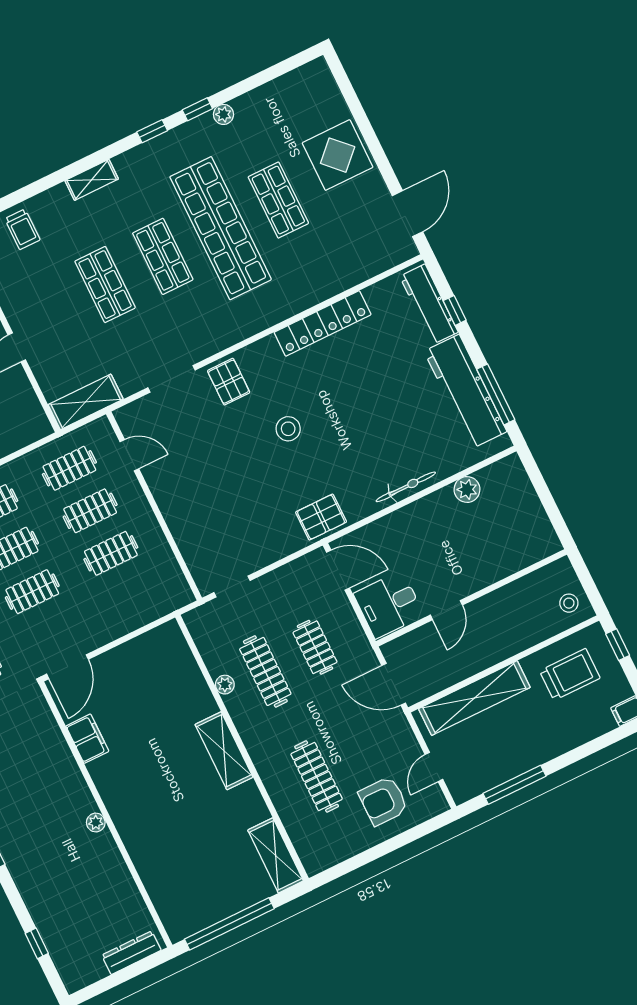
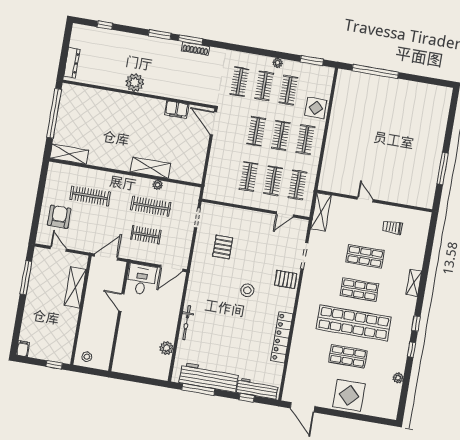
plant: (223, 114) -> (398, 378), moved
trolley: (22, 229) -> (392, 227), moved
pallet: (321, 517) -> (223, 247), moved
trolley: (570, 674) -> (56, 335), removed
shelving: (474, 698) -> (75, 287), width x0.68
shelving: (224, 751) -> (150, 168), moved
plant: (96, 823) -> (135, 82), width x1.88, depth x1.88

